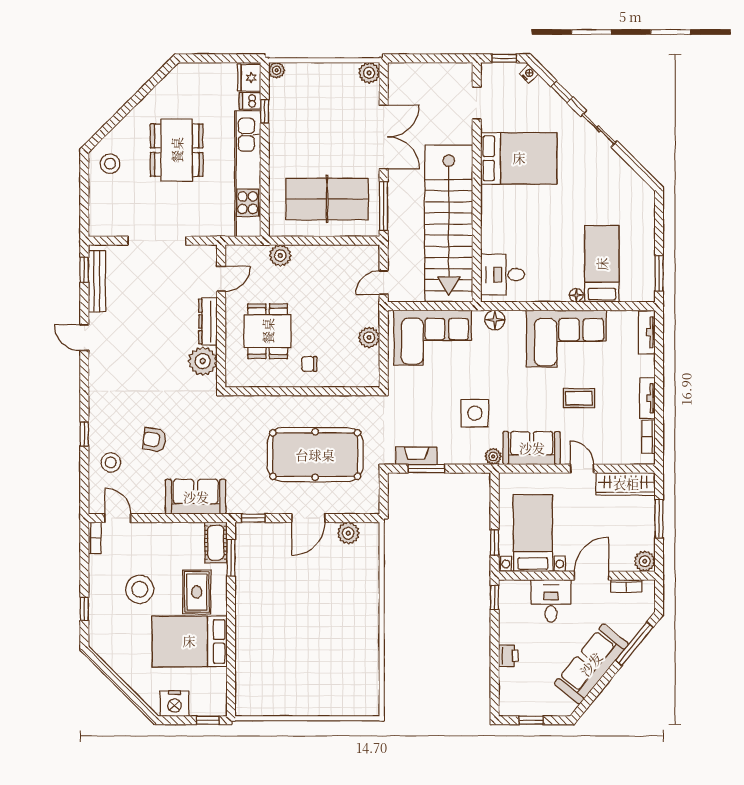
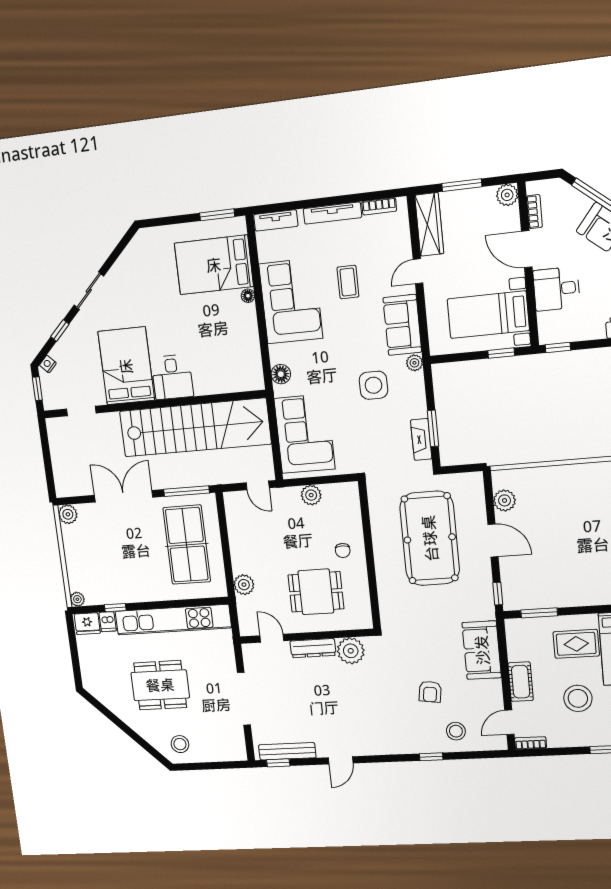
bed: (602, 264) -> (214, 265), width x1.50
desk: (503, 275) -> (172, 377), moved
tv unit: (647, 398) -> (332, 213), width x1.41
cot: (216, 543) -> (521, 682), moved, turned 90

